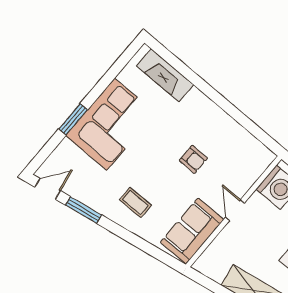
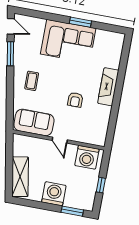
fireplace: (165, 75) -> (108, 87), moved
window: (73, 119) -> (80, 22), moved
door: (235, 210) -> (60, 140), swing flipped

